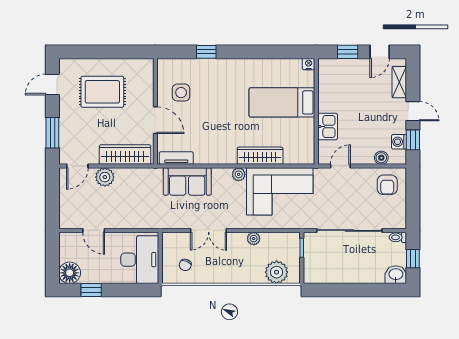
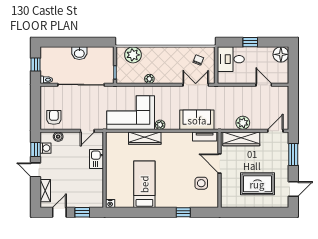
bed: (282, 102) -> (144, 184), moved, turned -90
plant: (105, 177) -> (243, 123), moved
double door: (209, 230) -> (196, 85), moved
desk: (140, 260) -> (231, 59), width x0.73
washbasin: (396, 275) -> (79, 53), moved
window: (91, 290) -> (250, 42), moved

